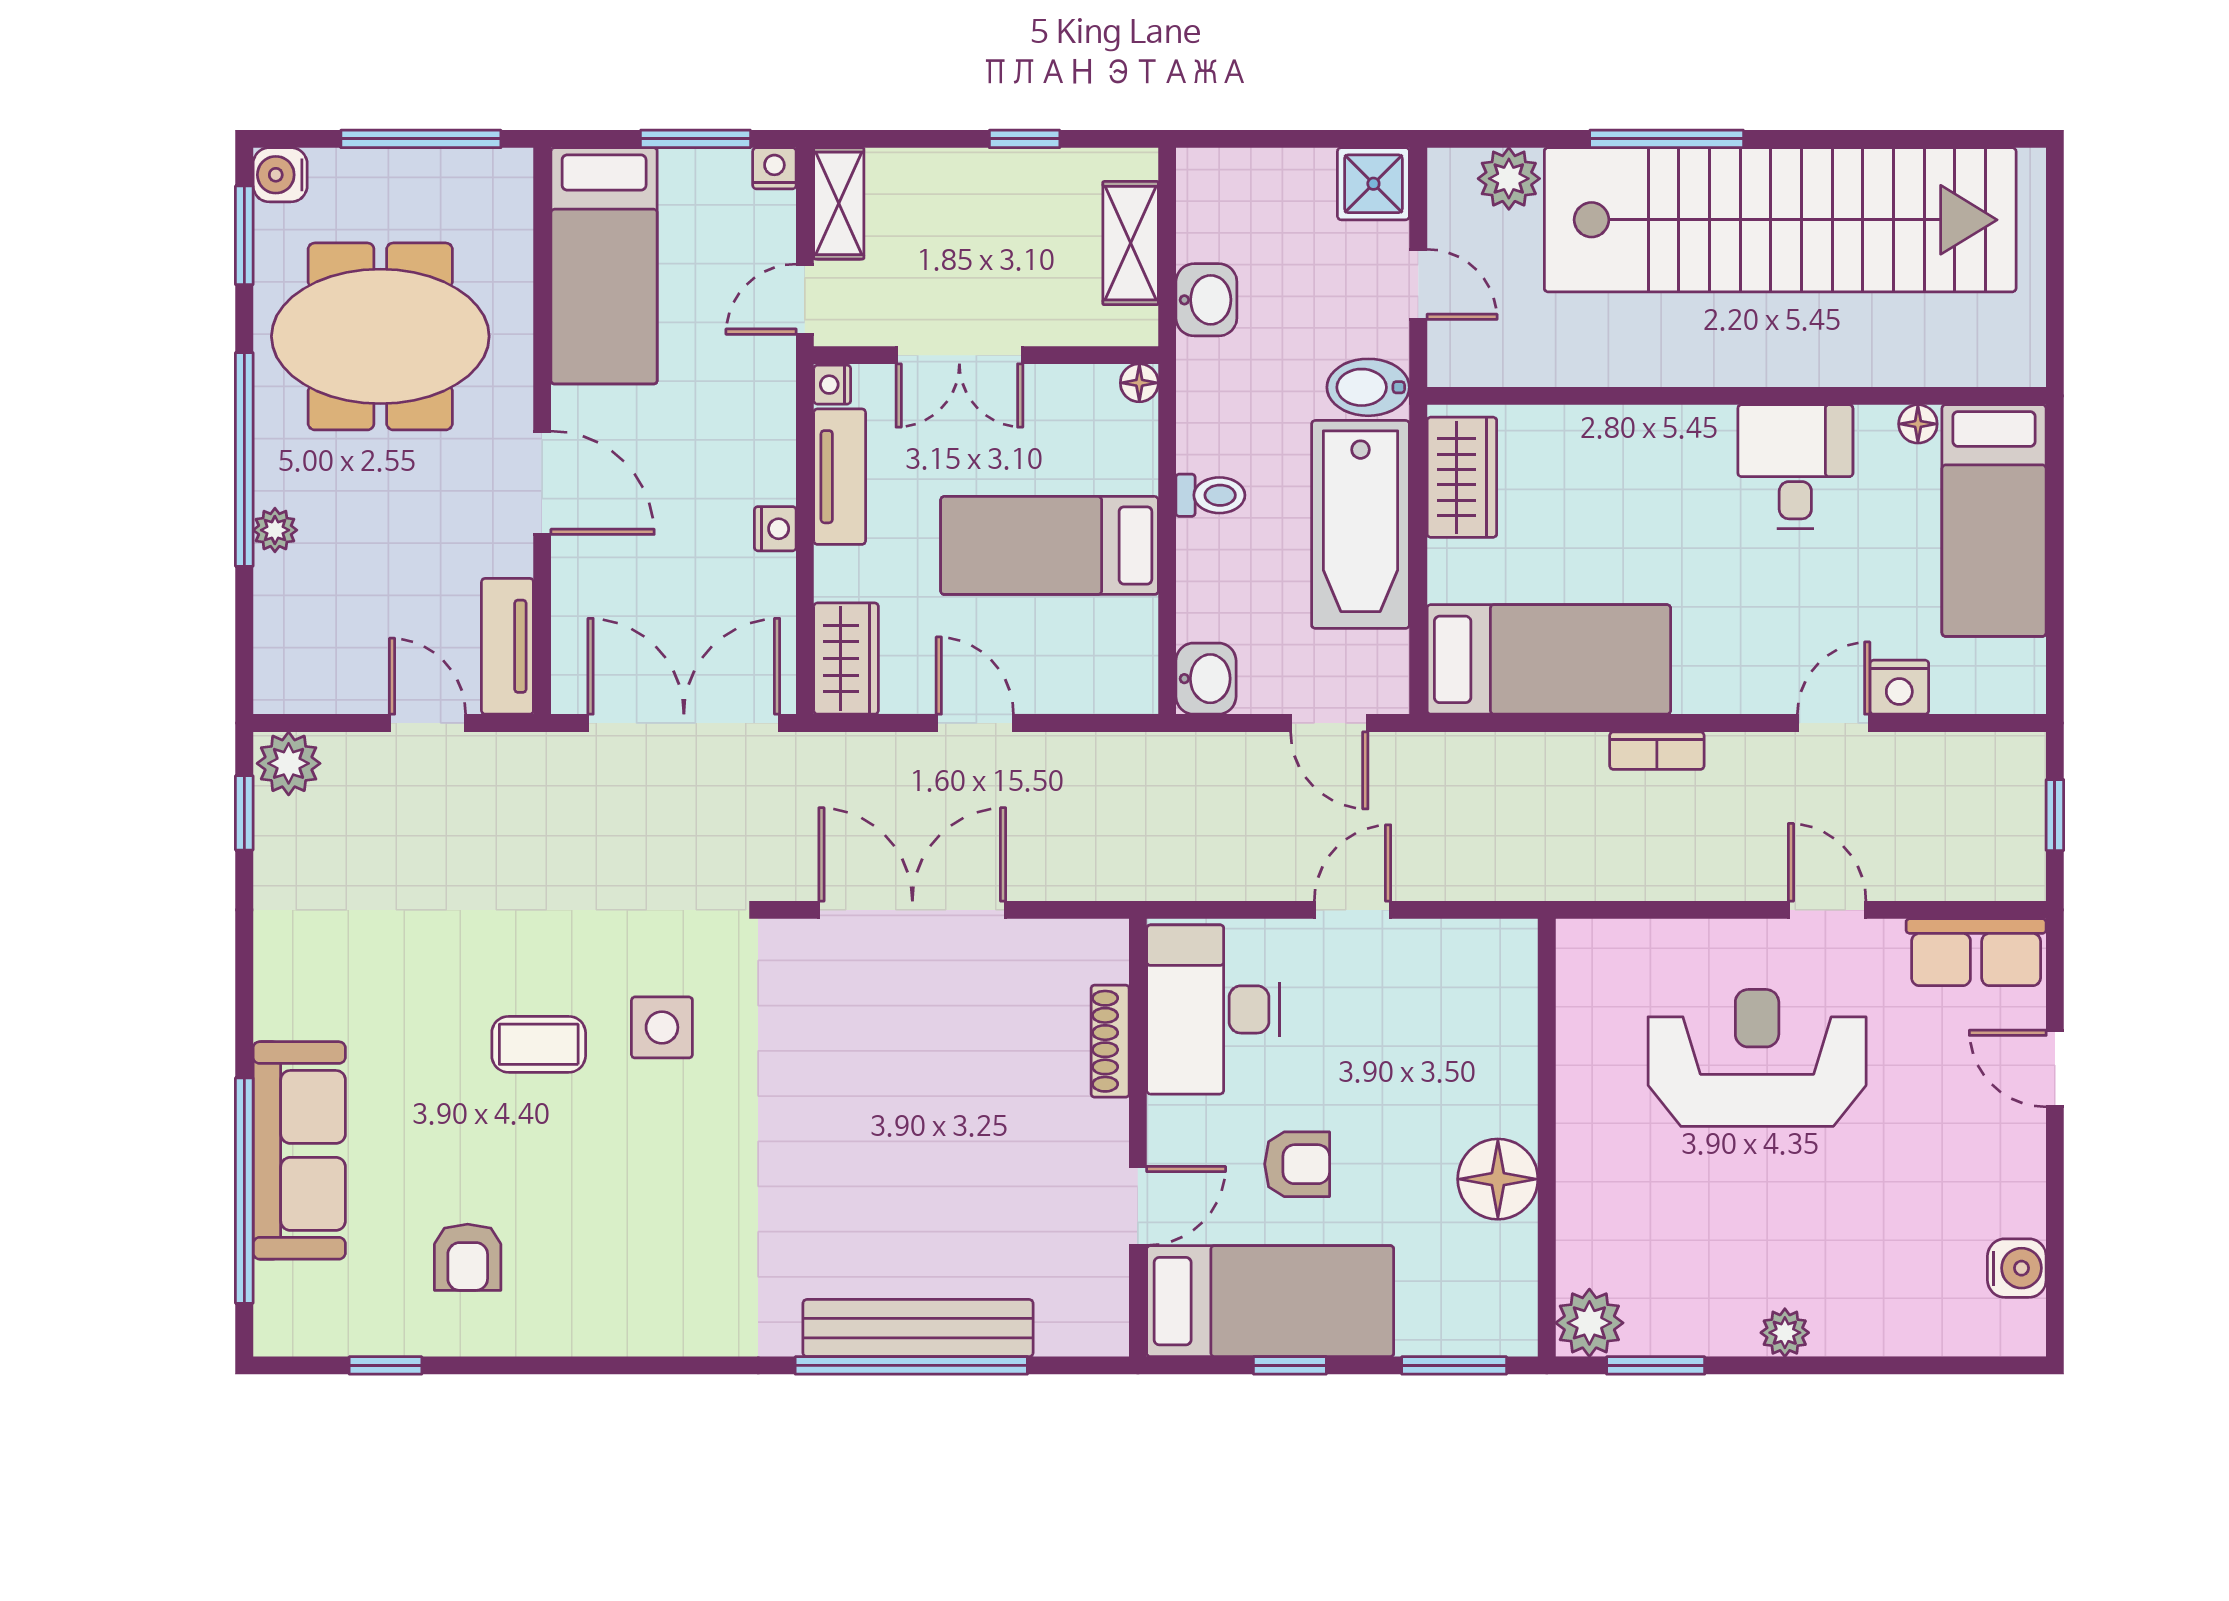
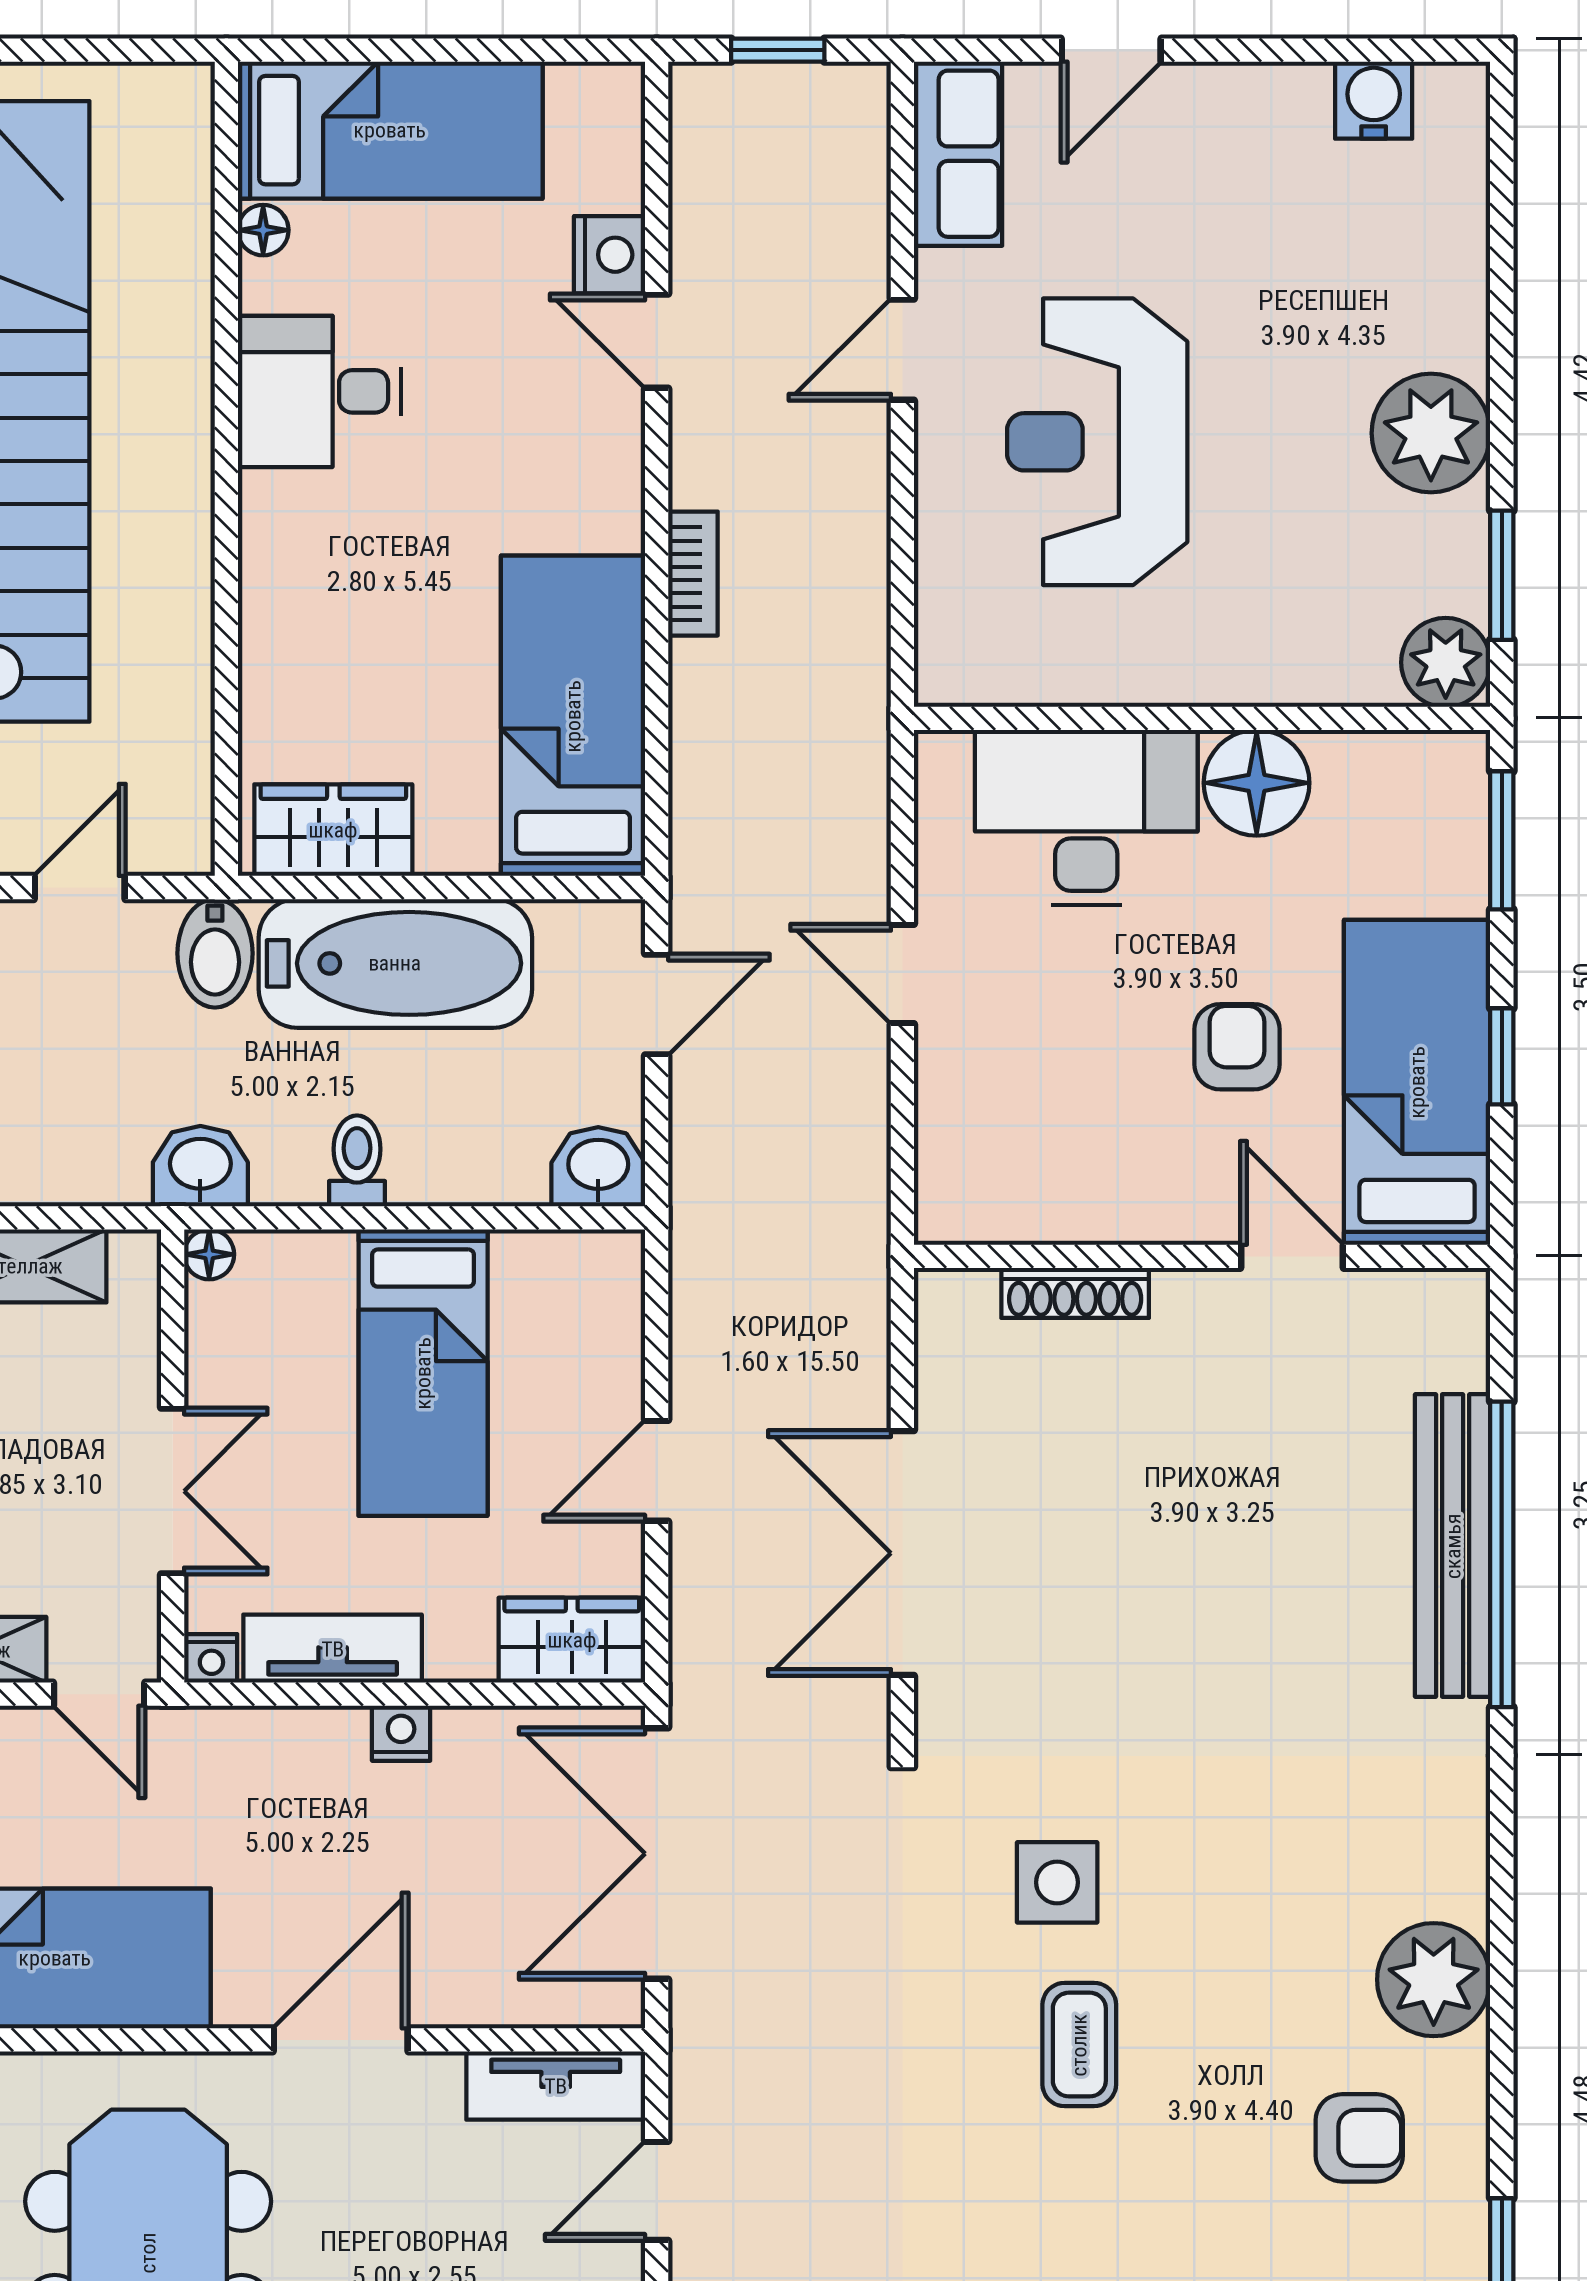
washbasin: (1206, 300) -> (200, 1166), moved
desk: (1213, 1009) -> (1086, 817), moved, turned 180
plant: (588, 1314) -> (1434, 1980), added
plant: (1785, 1333) -> (1431, 433), width x1.88, depth x1.88

